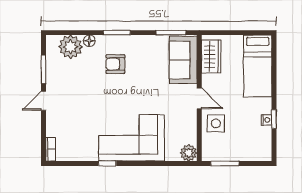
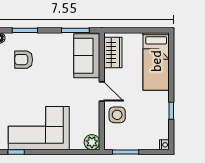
nightstand: (266, 120) -> (164, 145), moved

